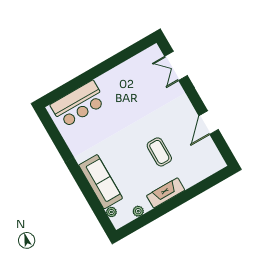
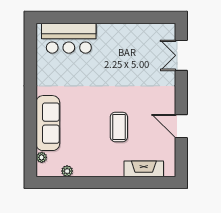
door: (209, 123) -> (181, 126), hinge flipped
fireplace: (166, 193) -> (144, 169), moved

